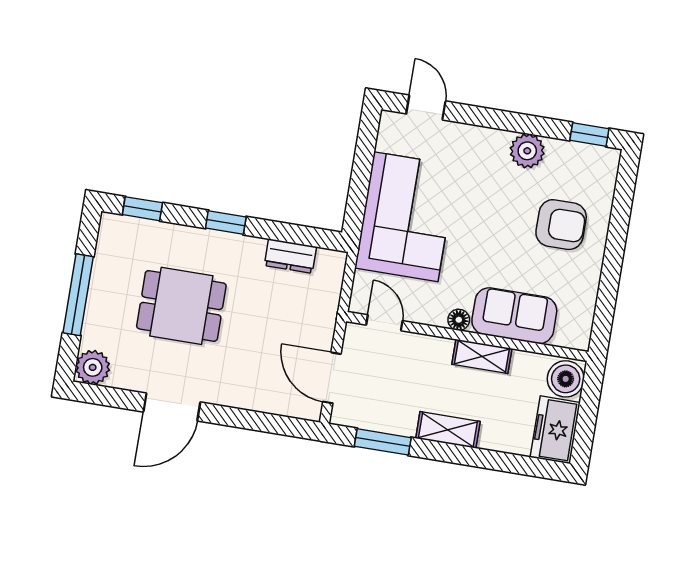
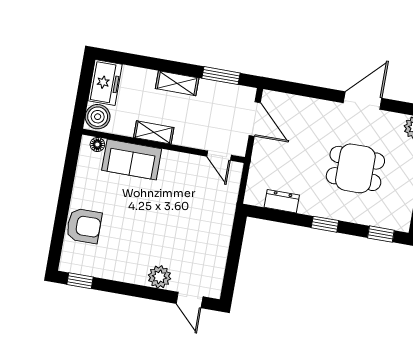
plant: (527, 151) -> (159, 277), moved
corner sofa: (406, 217) -> (204, 227), removed
armchair: (561, 225) -> (84, 226), moved, turned 180
floor lamp: (459, 320) -> (97, 145), moved

